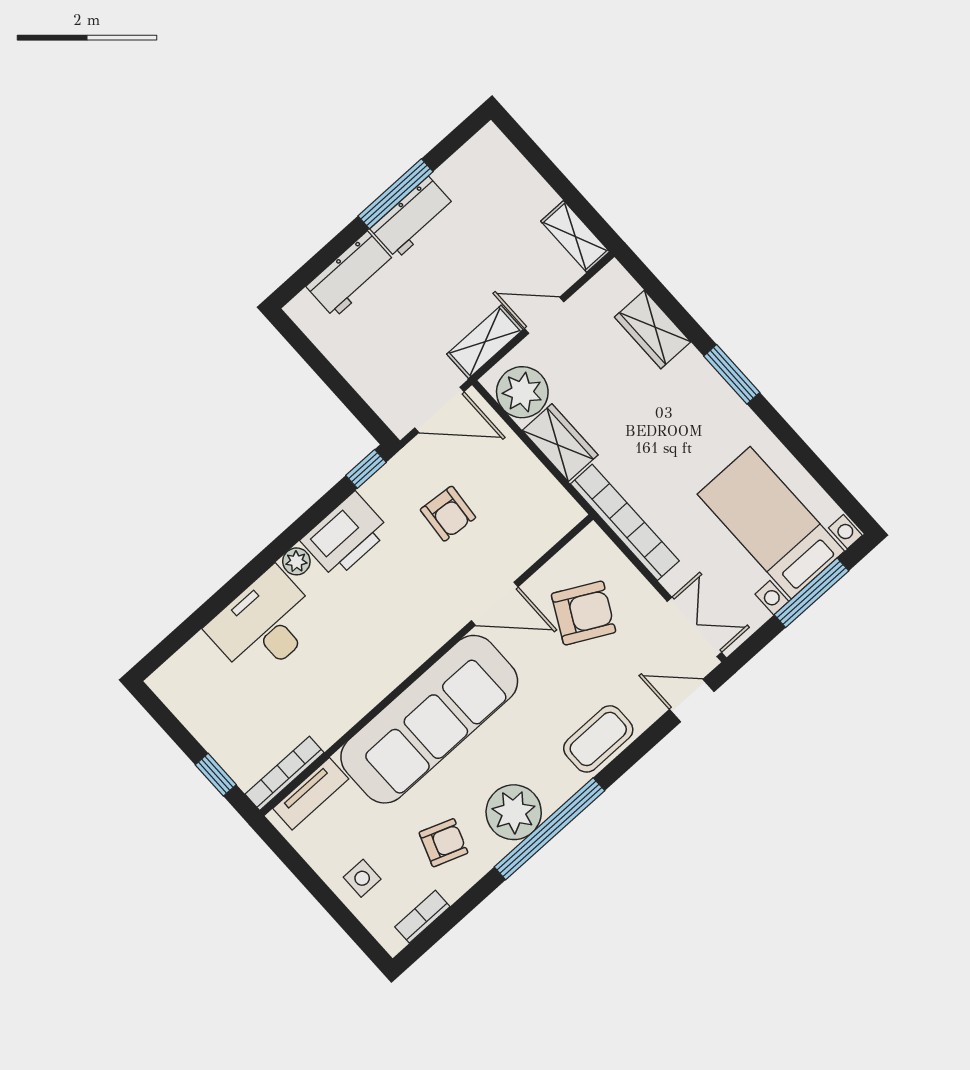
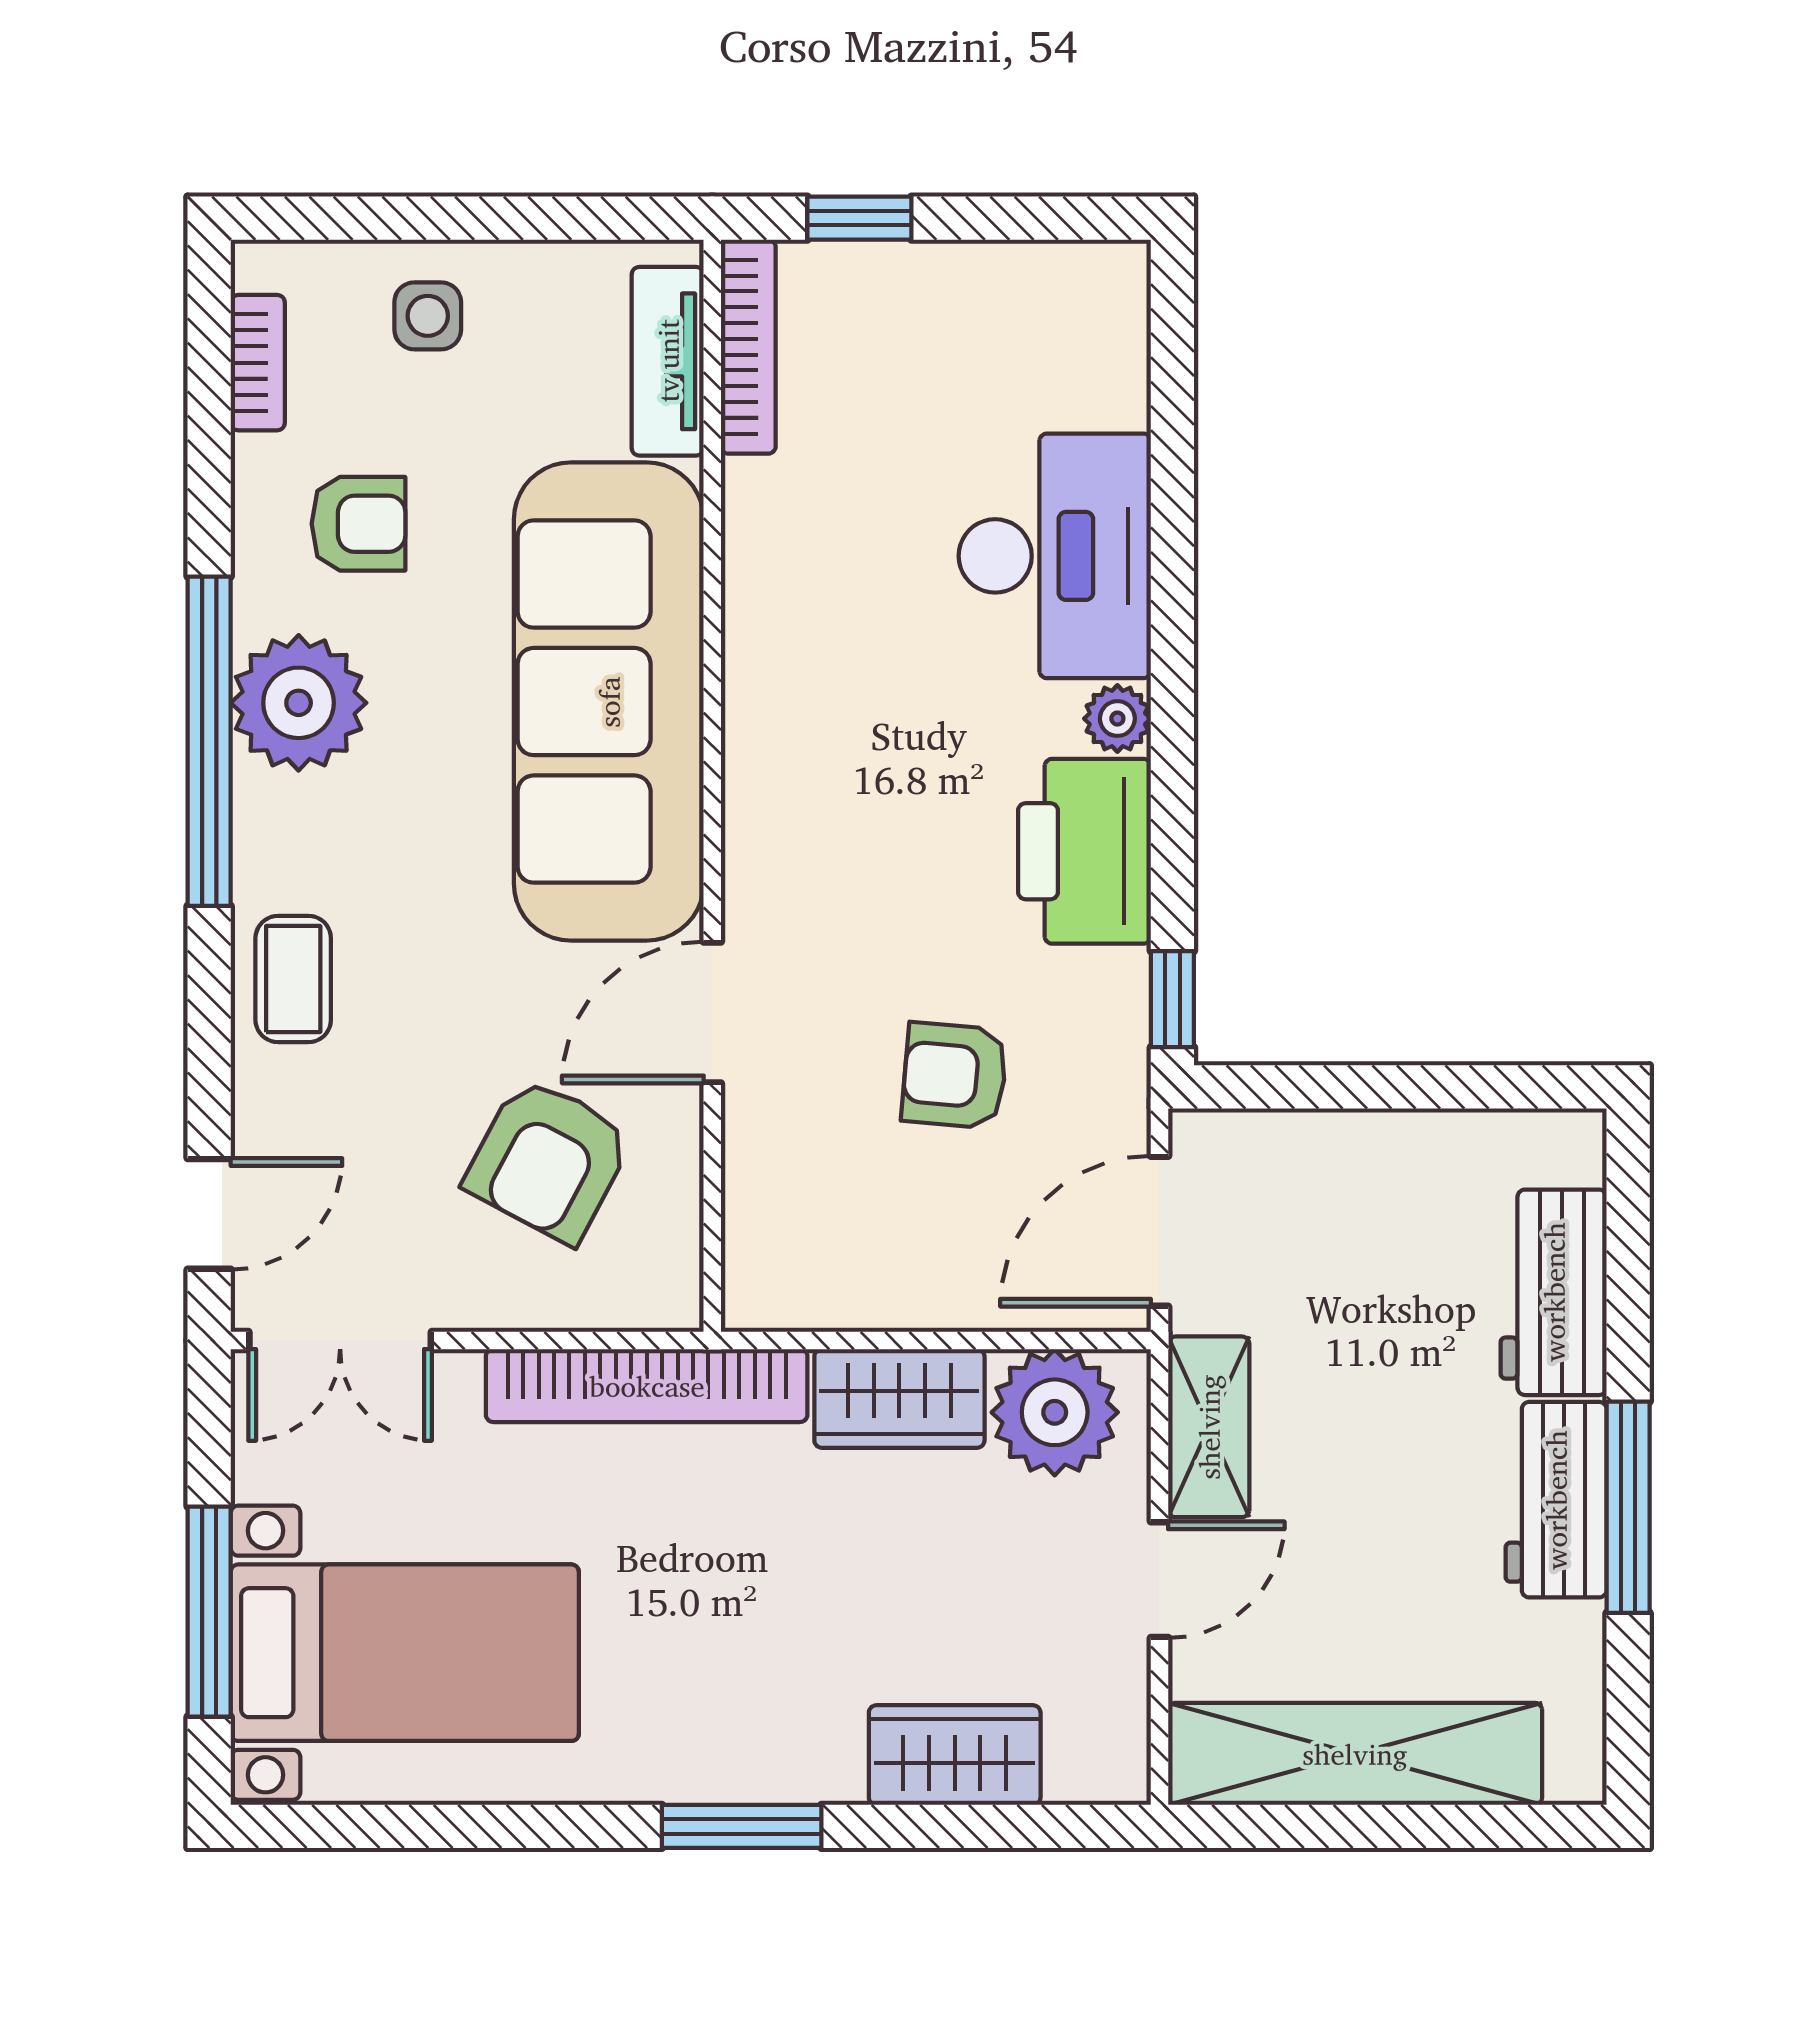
shelving: (575, 236) -> (1355, 1754), width x2.20, depth x1.33
coffee table: (598, 739) -> (293, 979), width x0.73, depth x0.77
armchair: (443, 843) -> (359, 524), turned -110

